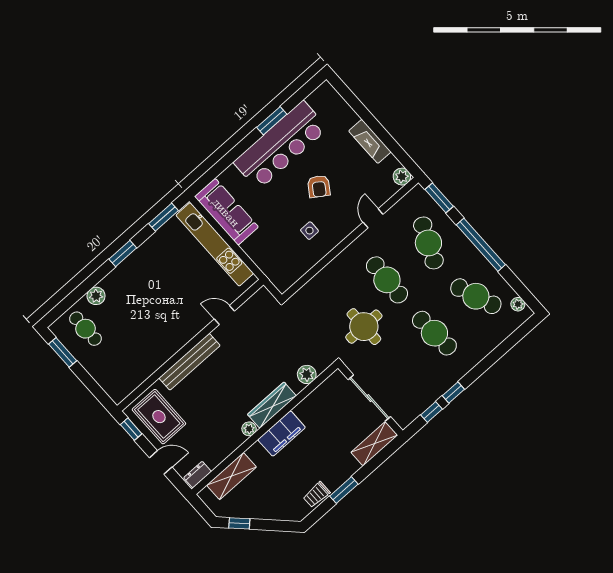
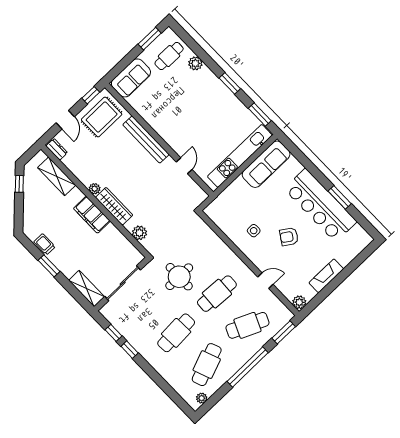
sofa: (111, 378) -> (131, 78), added

